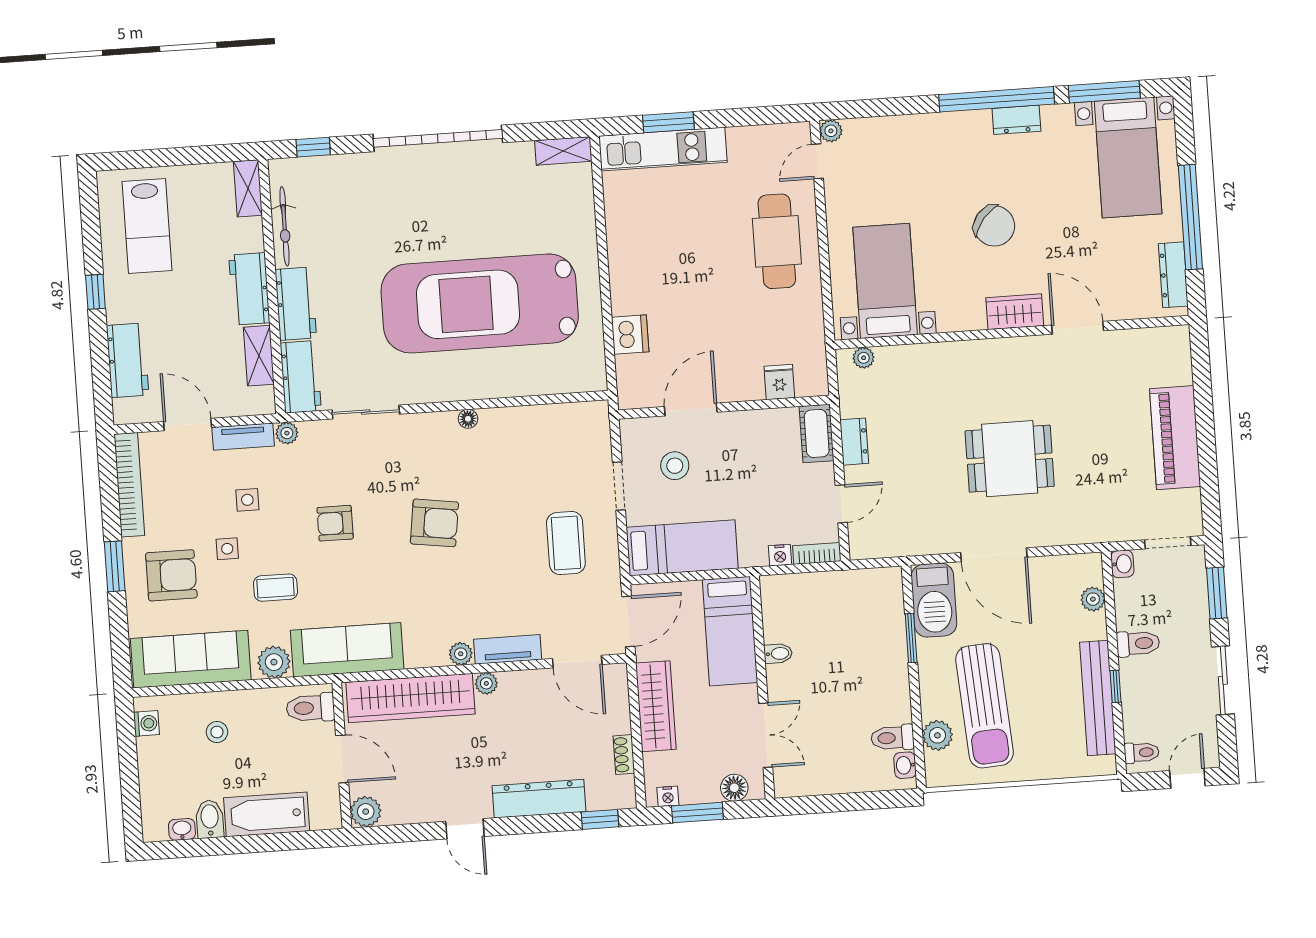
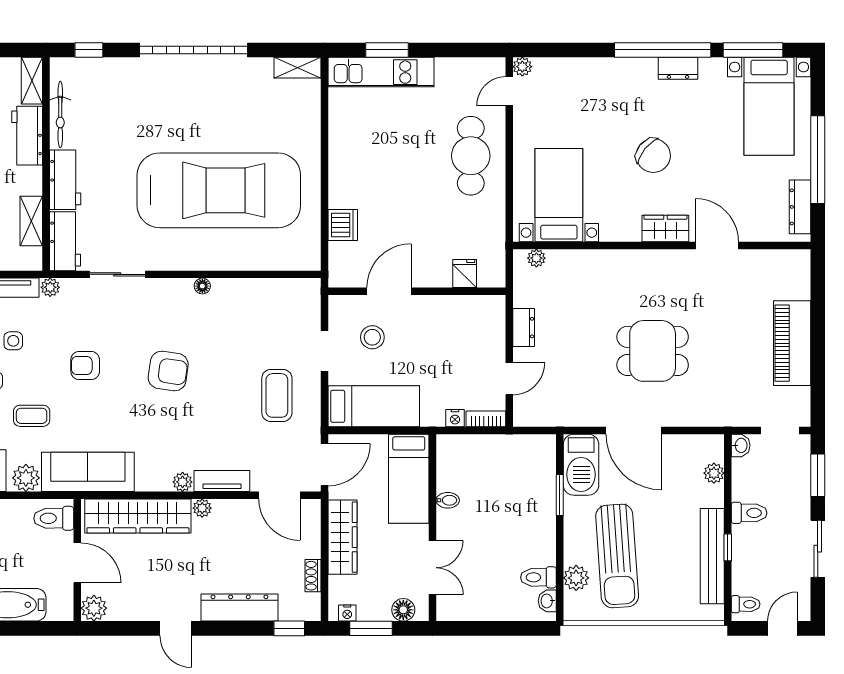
workbench: (249, 289) -> (27, 136), moved
car: (480, 303) -> (219, 190), turned 180
cot: (817, 433) -> (493, 319), removed

